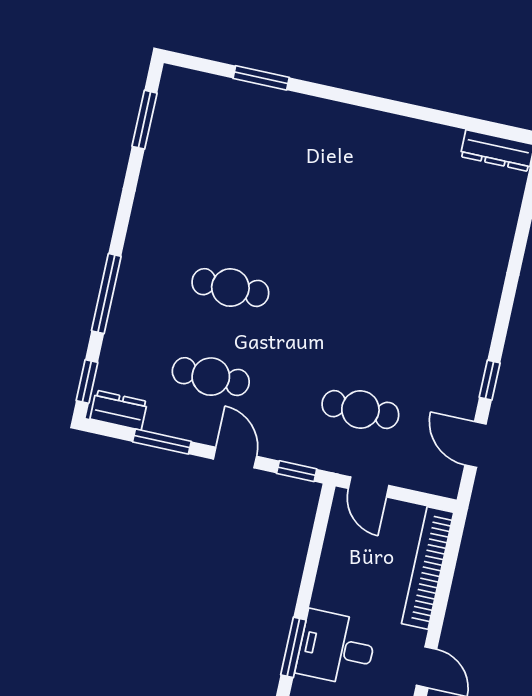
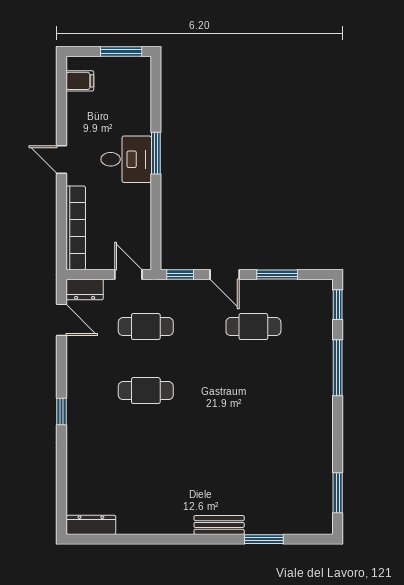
bench: (319, 111) -> (219, 525), added
cafe table: (230, 288) -> (146, 391), moved
window: (490, 380) -> (62, 411), moved
dresser: (119, 410) -> (85, 290), moved

